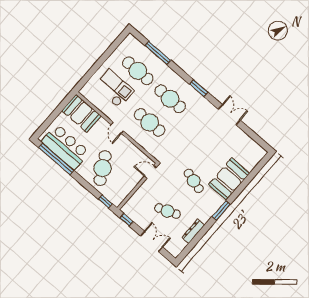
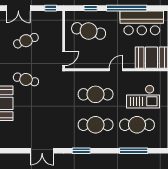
door: (117, 128) -> (116, 70), hinge flipped
window: (56, 159) -> (127, 8), moved
cafe table: (103, 168) -> (89, 31), moved, turned -48
window: (105, 201) -> (91, 8), moved

